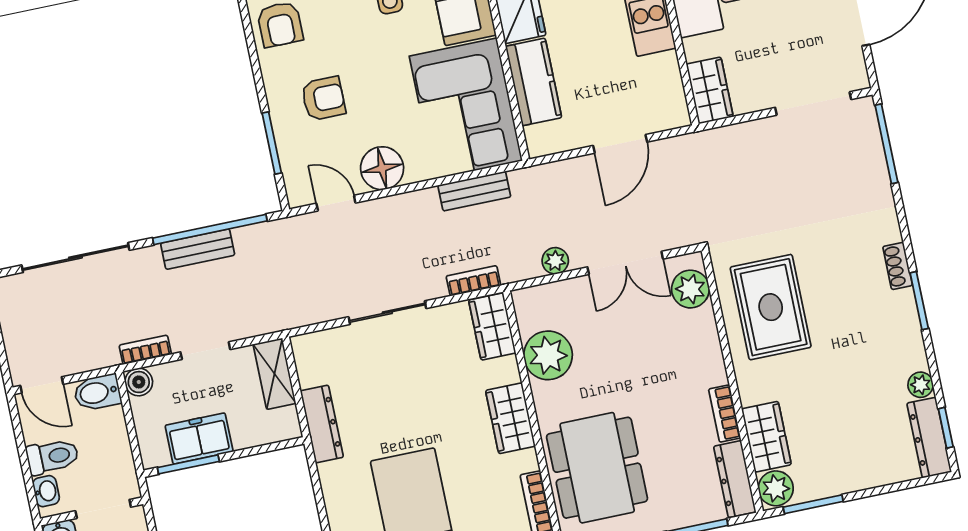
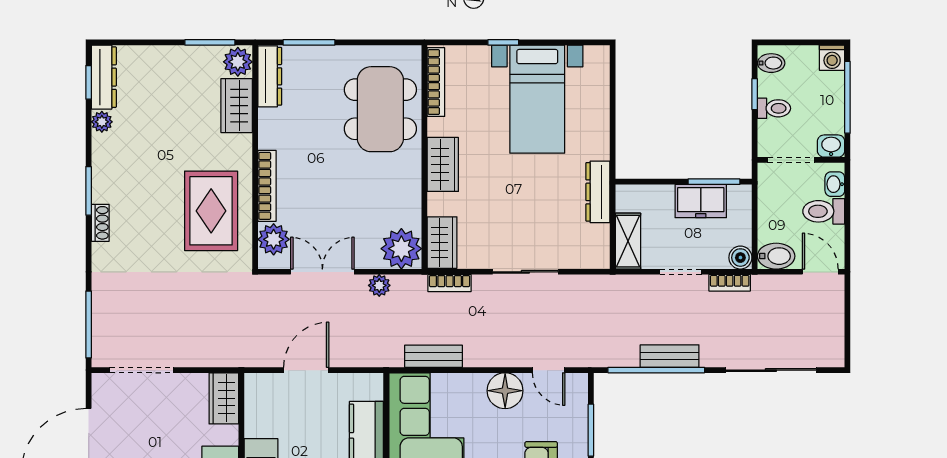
plant: (548, 355) -> (401, 249), moved
bookcase: (725, 414) -> (267, 186), moved, width x1.56

